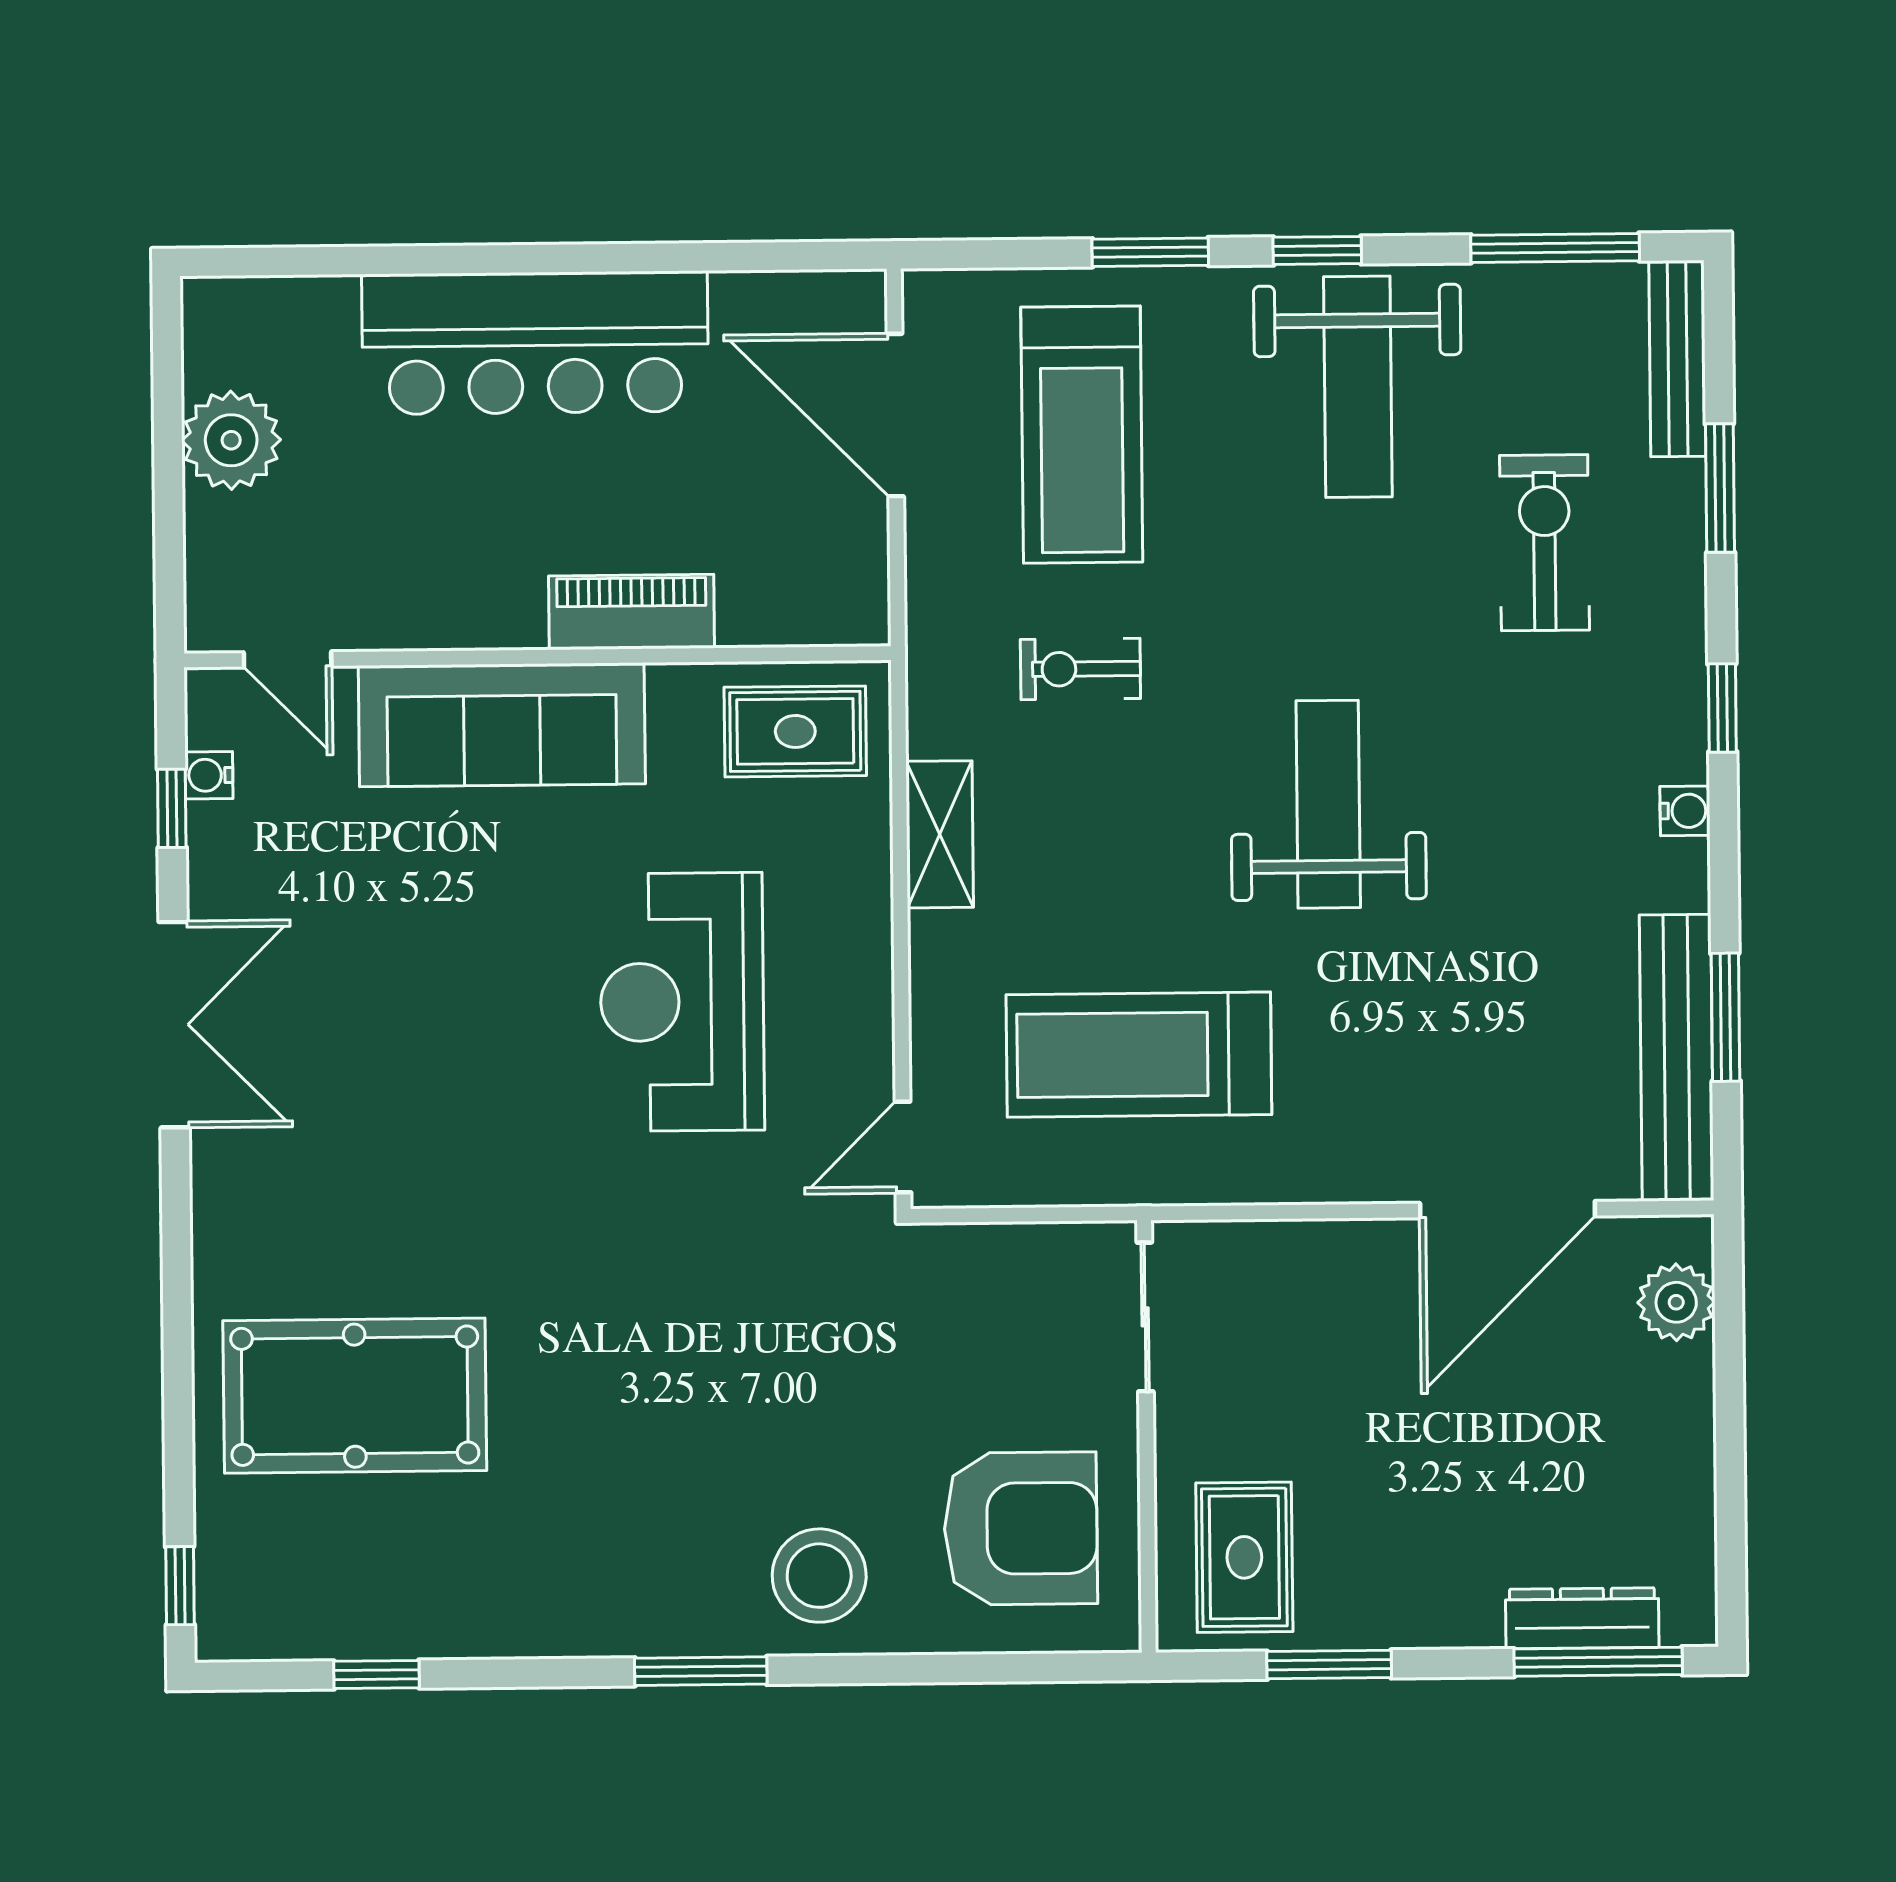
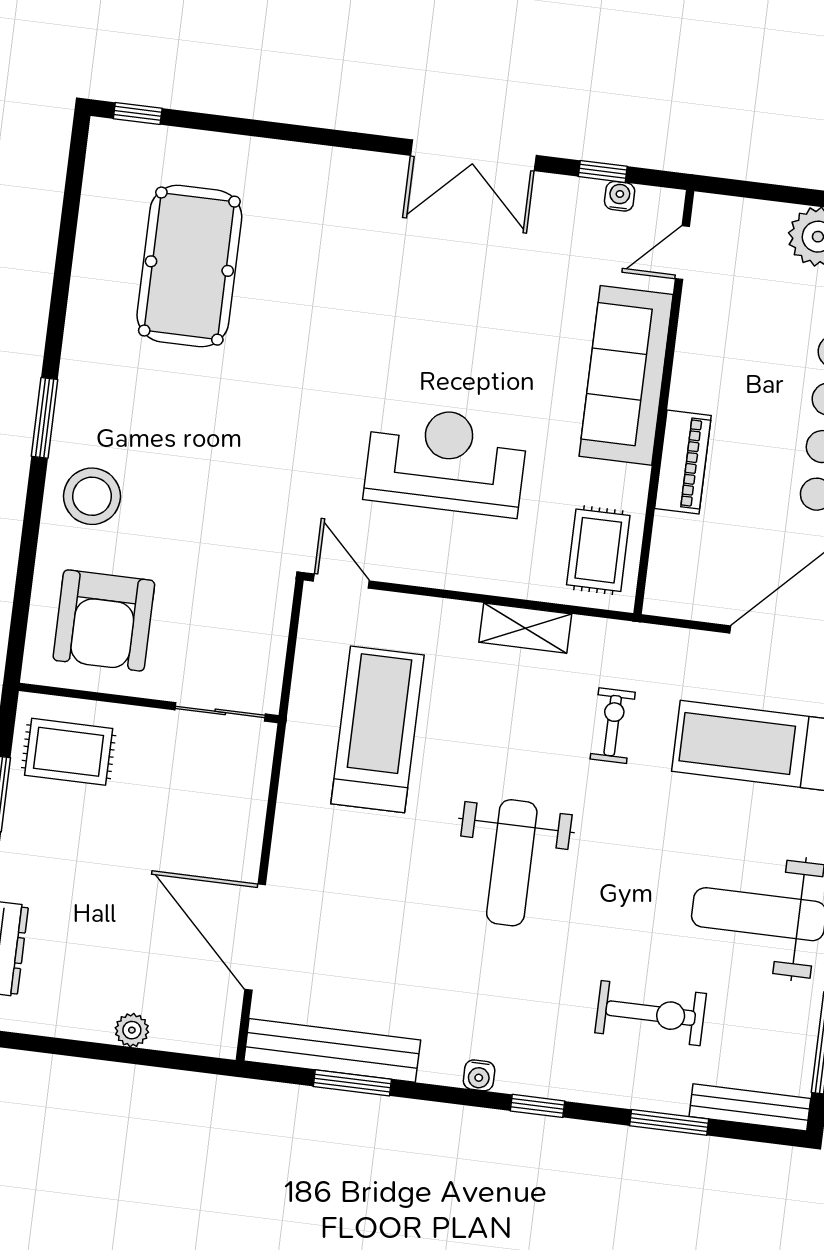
weight bench: (1328, 804) -> (512, 863), turned 90
plant: (1676, 1302) -> (132, 1030), moved, width x0.73, depth x0.73
pool table: (355, 1396) -> (189, 266), moved
window: (376, 1675) -> (69, 224), removed

